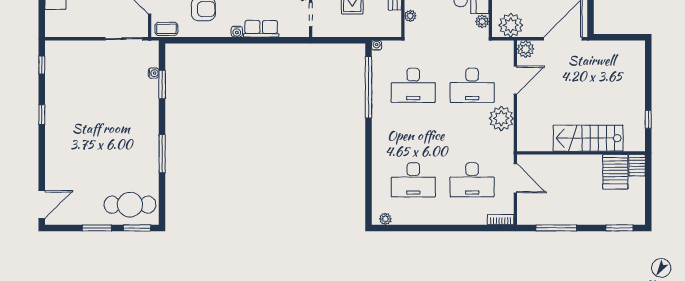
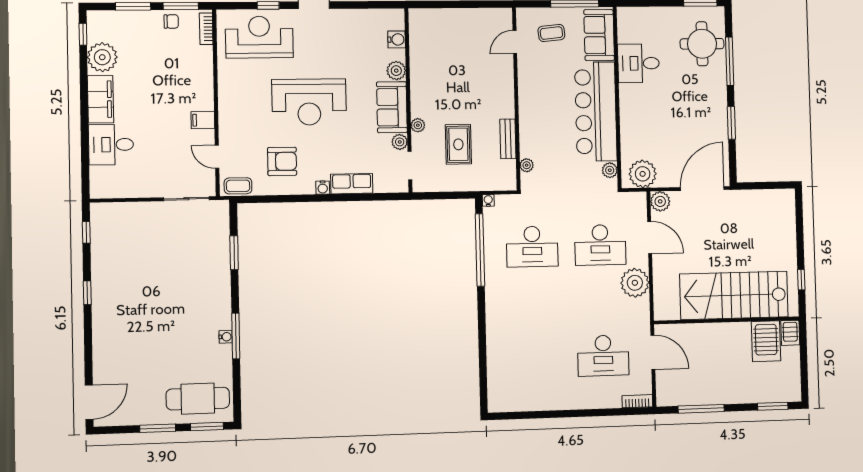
water cooler: (154, 73) -> (226, 337), moved
door: (515, 80) -> (650, 238), hinge flipped
stairs: (588, 138) -> (734, 295), width x1.36, depth x1.51
desk: (413, 180) -> (535, 358), removed
plant: (385, 219) -> (504, 405), removed

